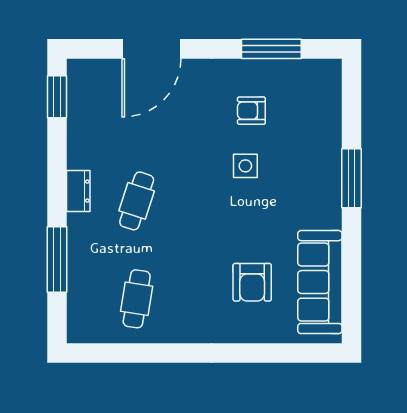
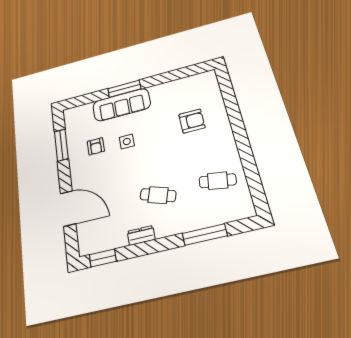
dresser: (78, 191) -> (141, 235), moved
sofa: (320, 282) -> (121, 105), moved

